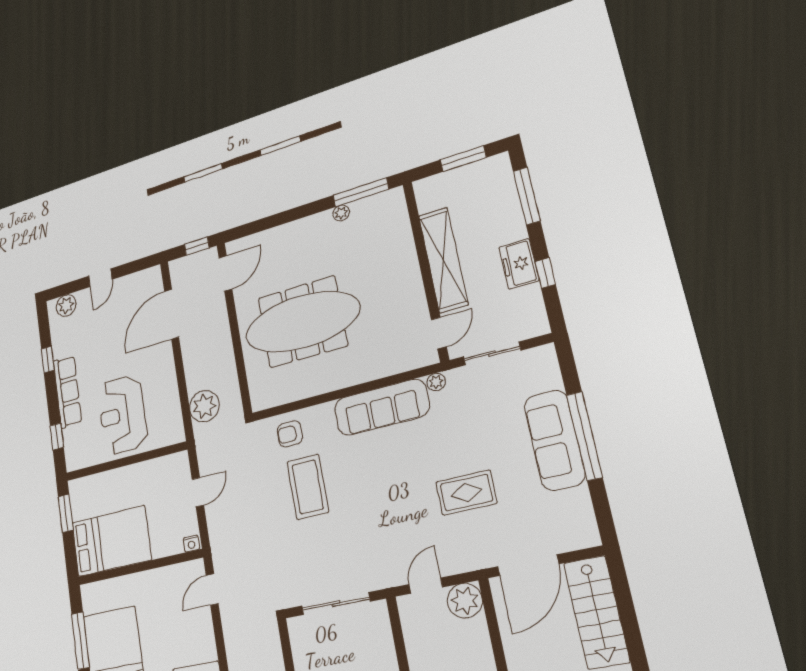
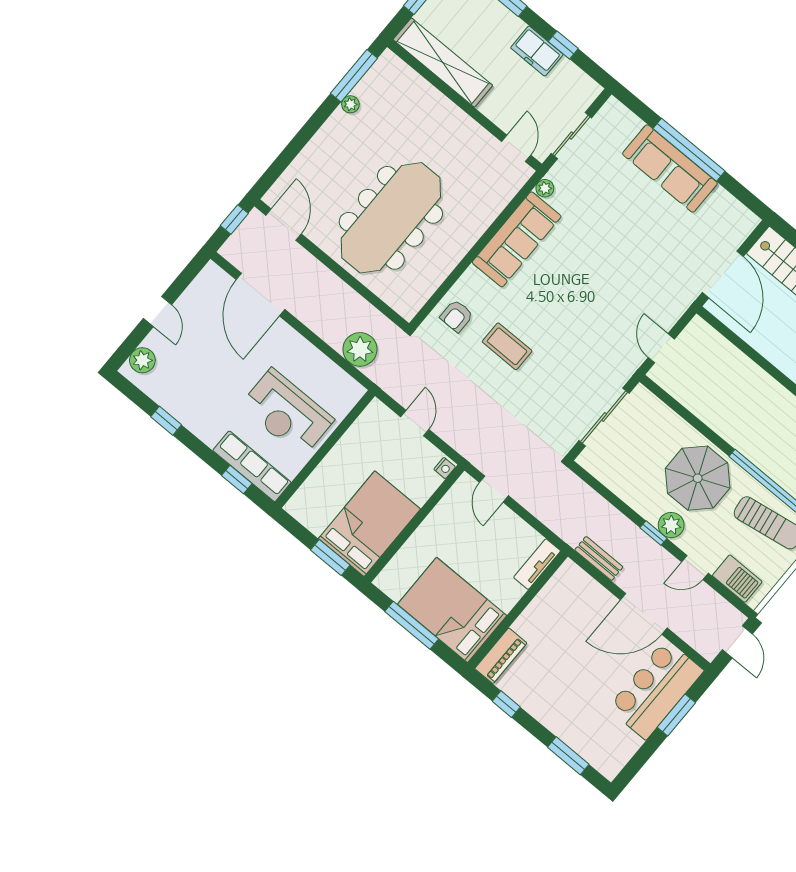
shelving: (443, 260) -> (443, 63), moved
row of seats: (67, 392) -> (252, 466), moved
coffee table: (308, 487) -> (507, 346), width x0.73, depth x0.76
rug: (466, 493) -> (636, 256), removed
window: (66, 513) -> (330, 557), moved
plant: (465, 601) -> (698, 336), removed

